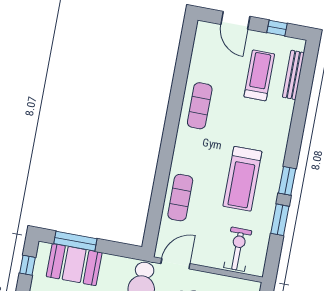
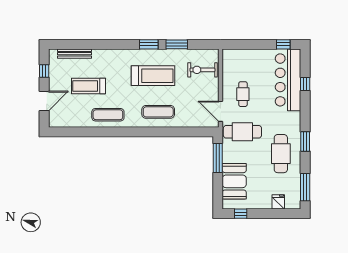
treadmill: (259, 75) -> (88, 86), moved
exercise mat: (180, 198) -> (158, 112), moved
window: (75, 241) -> (218, 158), moved

